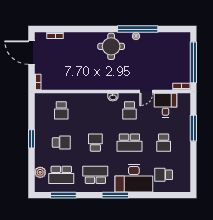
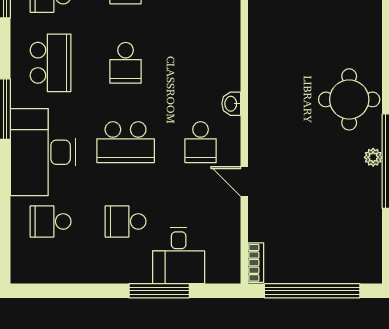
desk: (166, 105) -> (179, 255), moved, turned 90
school desk: (129, 110) -> (201, 142), turned -90
school desk: (95, 143) -> (126, 63), turned 90
school desk: (129, 143) -> (126, 142), turned -90
school desk: (164, 175) -> (51, 221), turned -90

